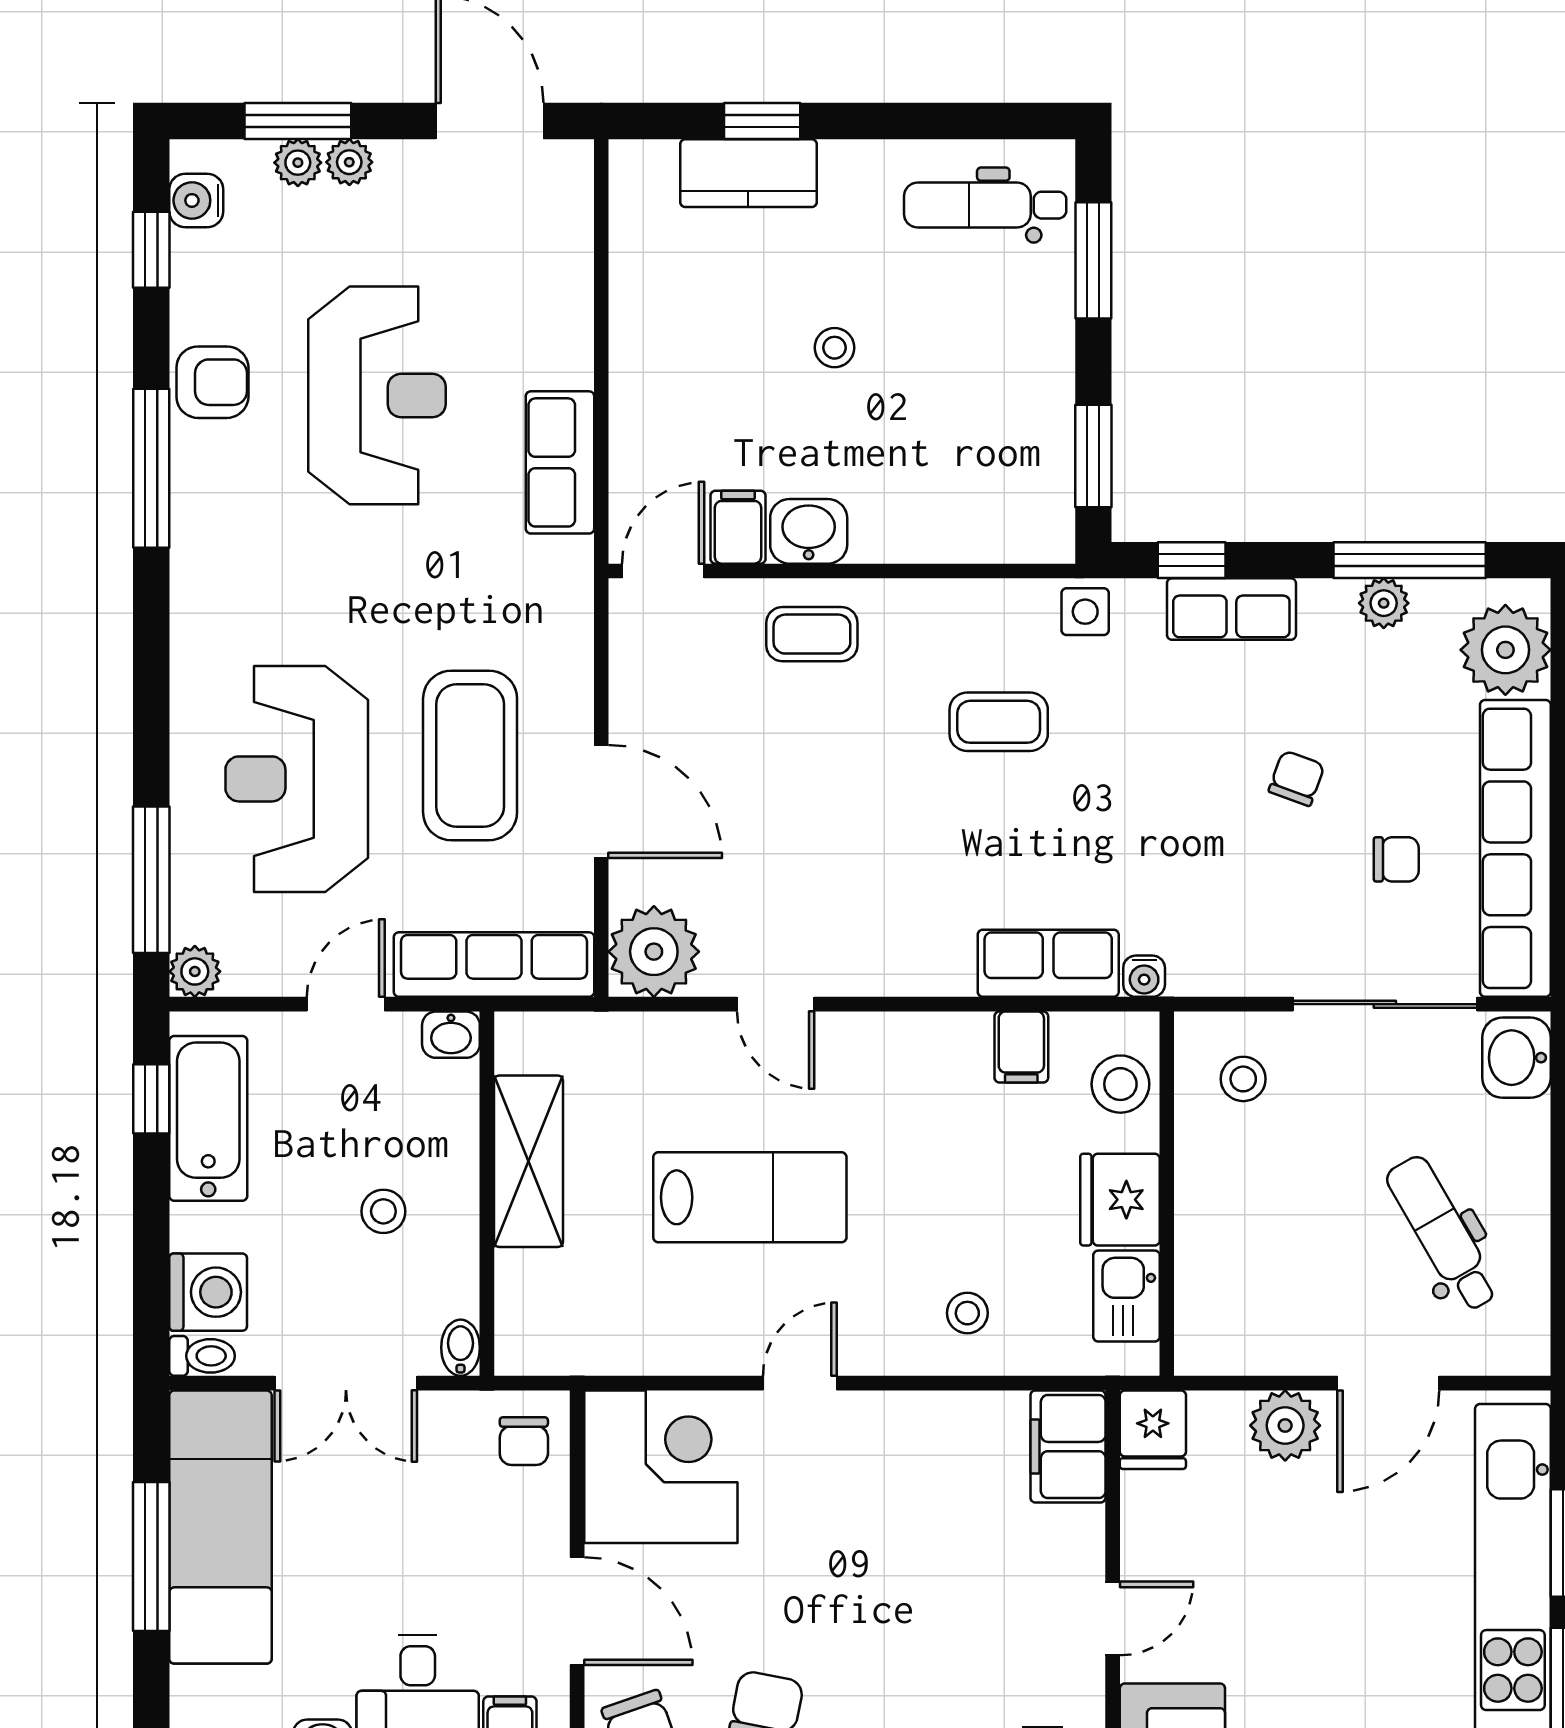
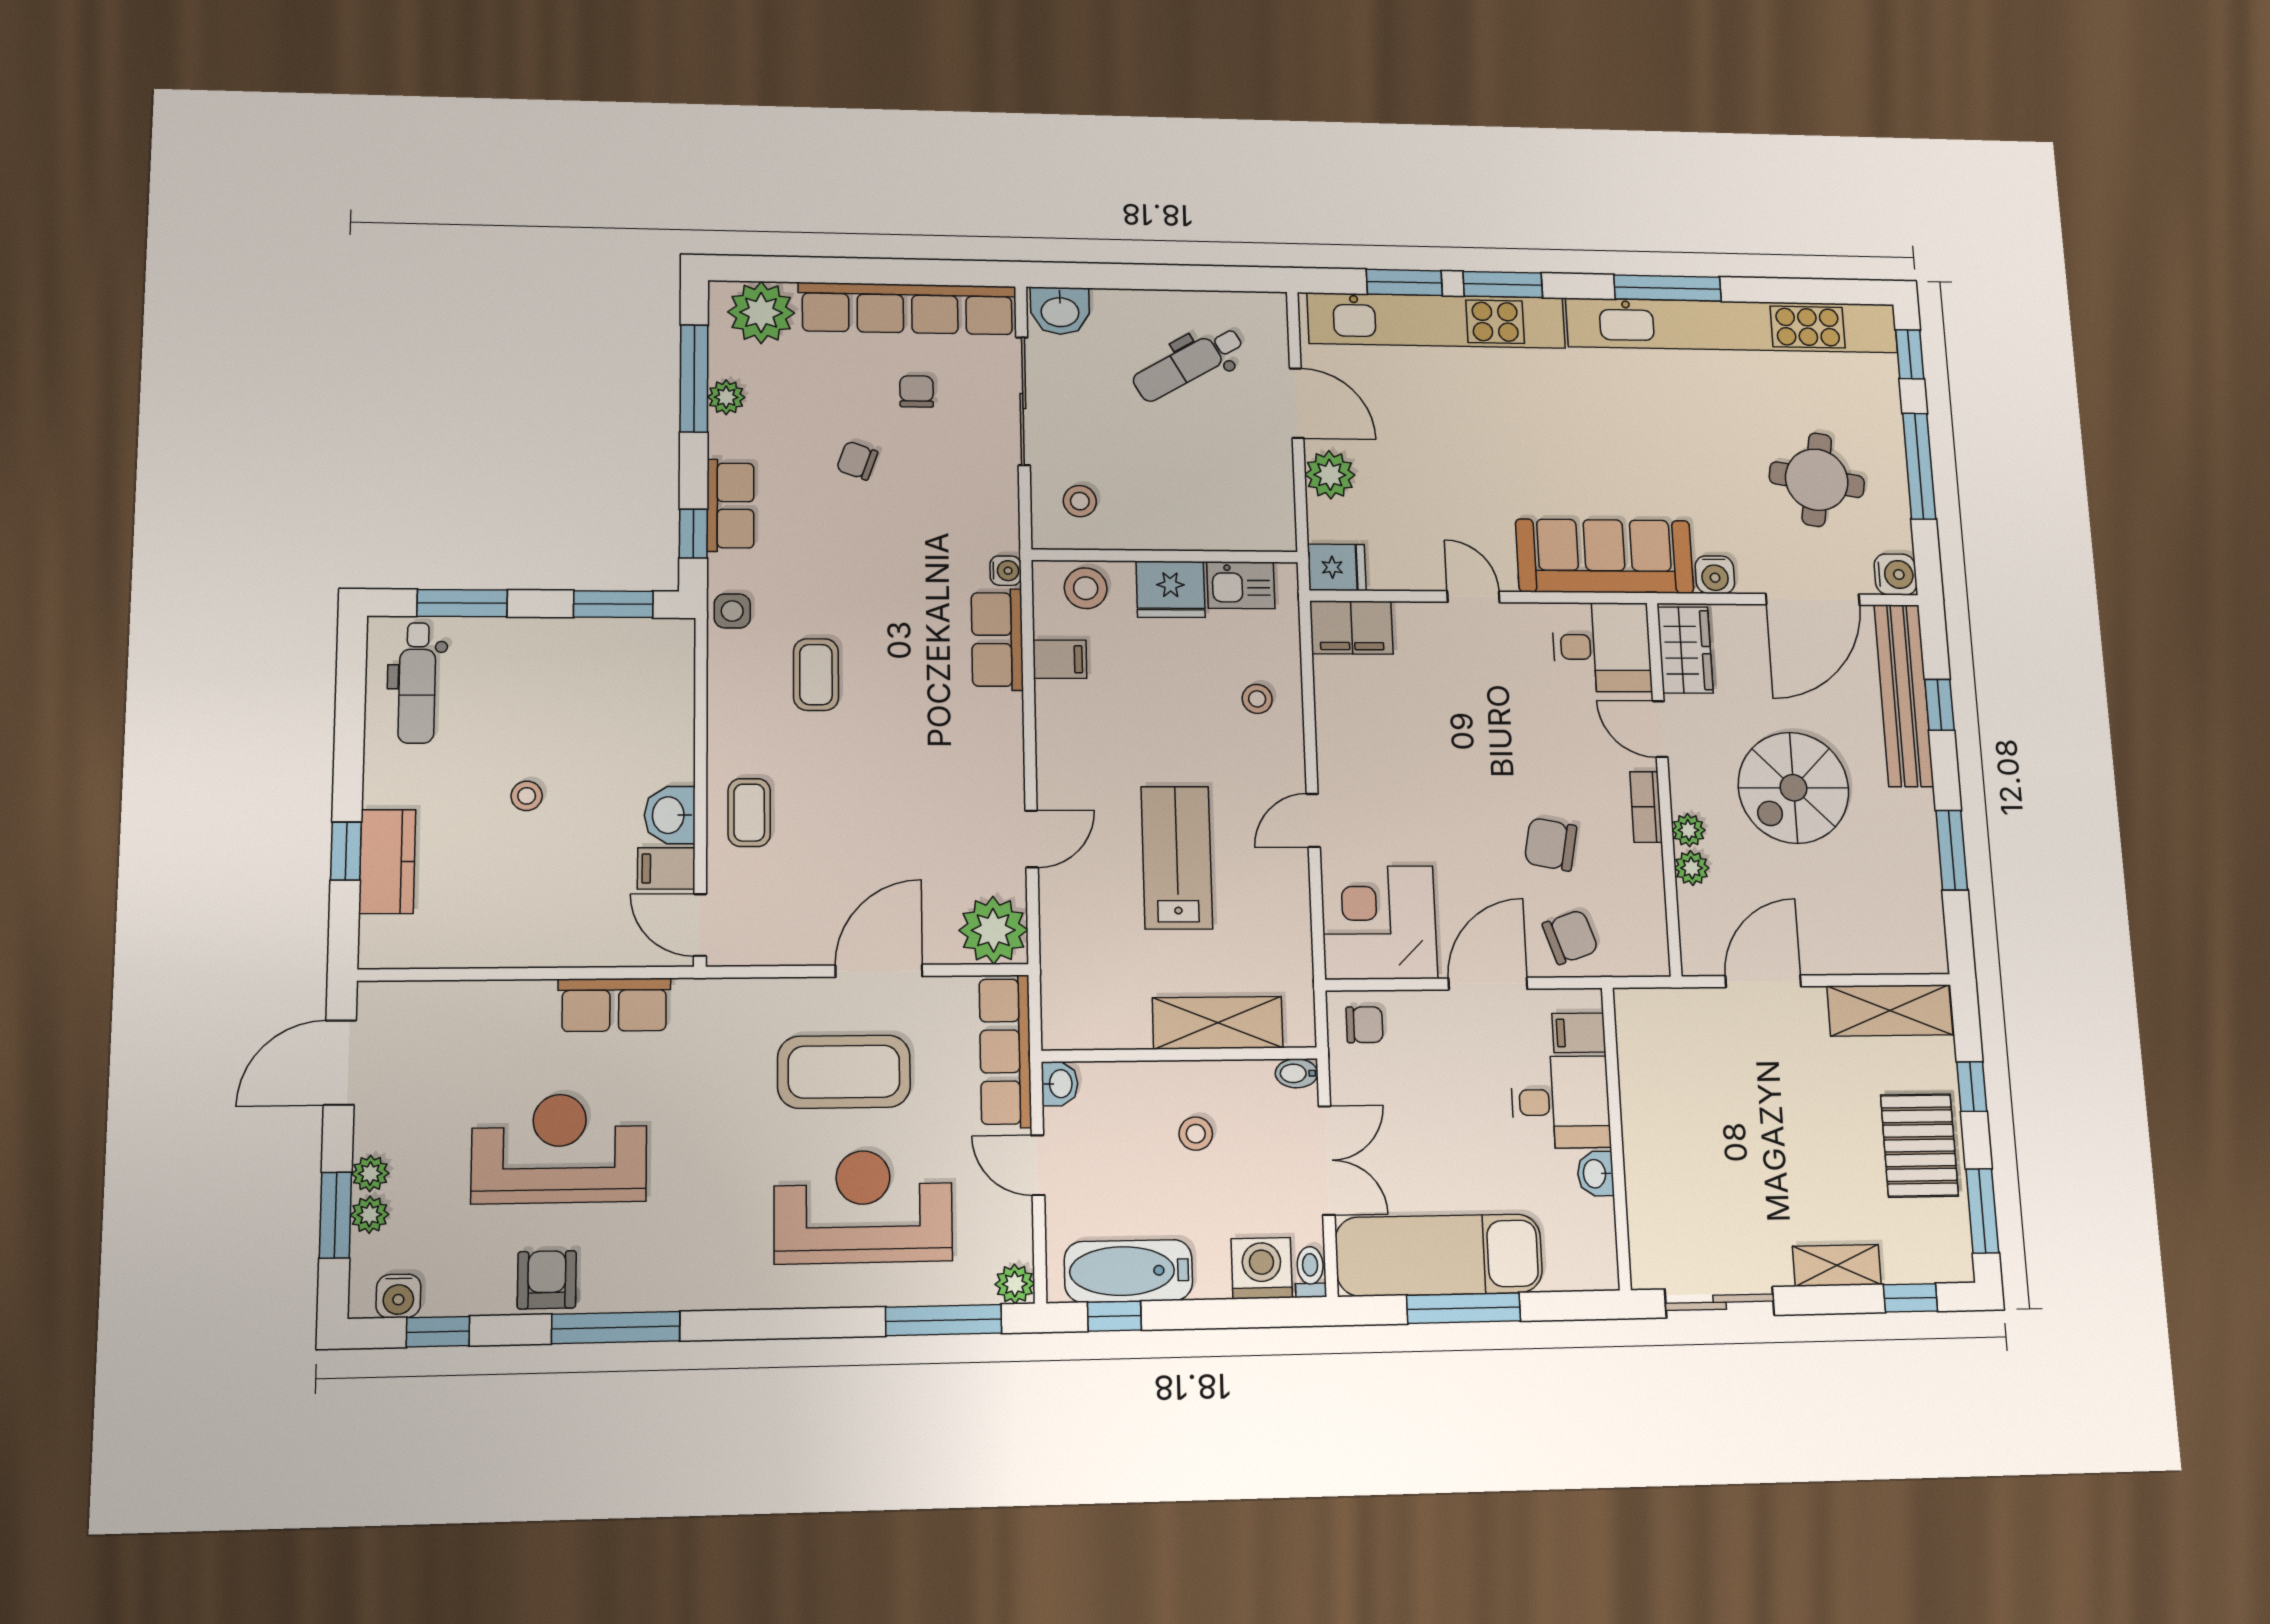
reception desk: (297, 779) -> (863, 1207), turned 180
shelving: (528, 1161) -> (1218, 1023), moved
door: (800, 1383) -> (1313, 820), hinge flipped

